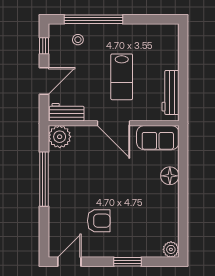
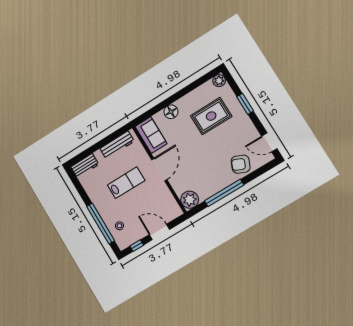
workbench: (67, 112) -> (85, 166), moved, turned -90
rug: (137, 217) -> (211, 116), added
armchair: (99, 221) -> (241, 164), moved, turned -67

